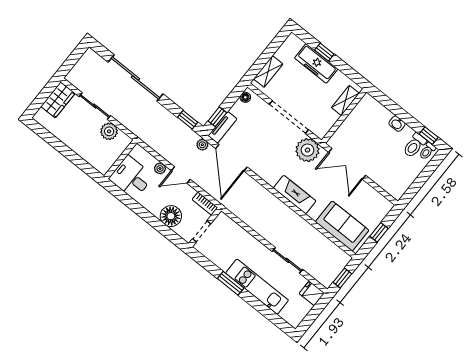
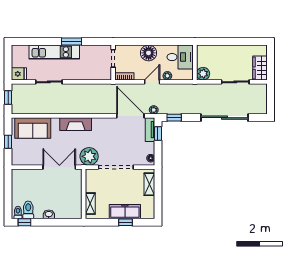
plant: (109, 131) -> (203, 74), moved
floor lamp: (171, 216) -> (149, 53), moved

